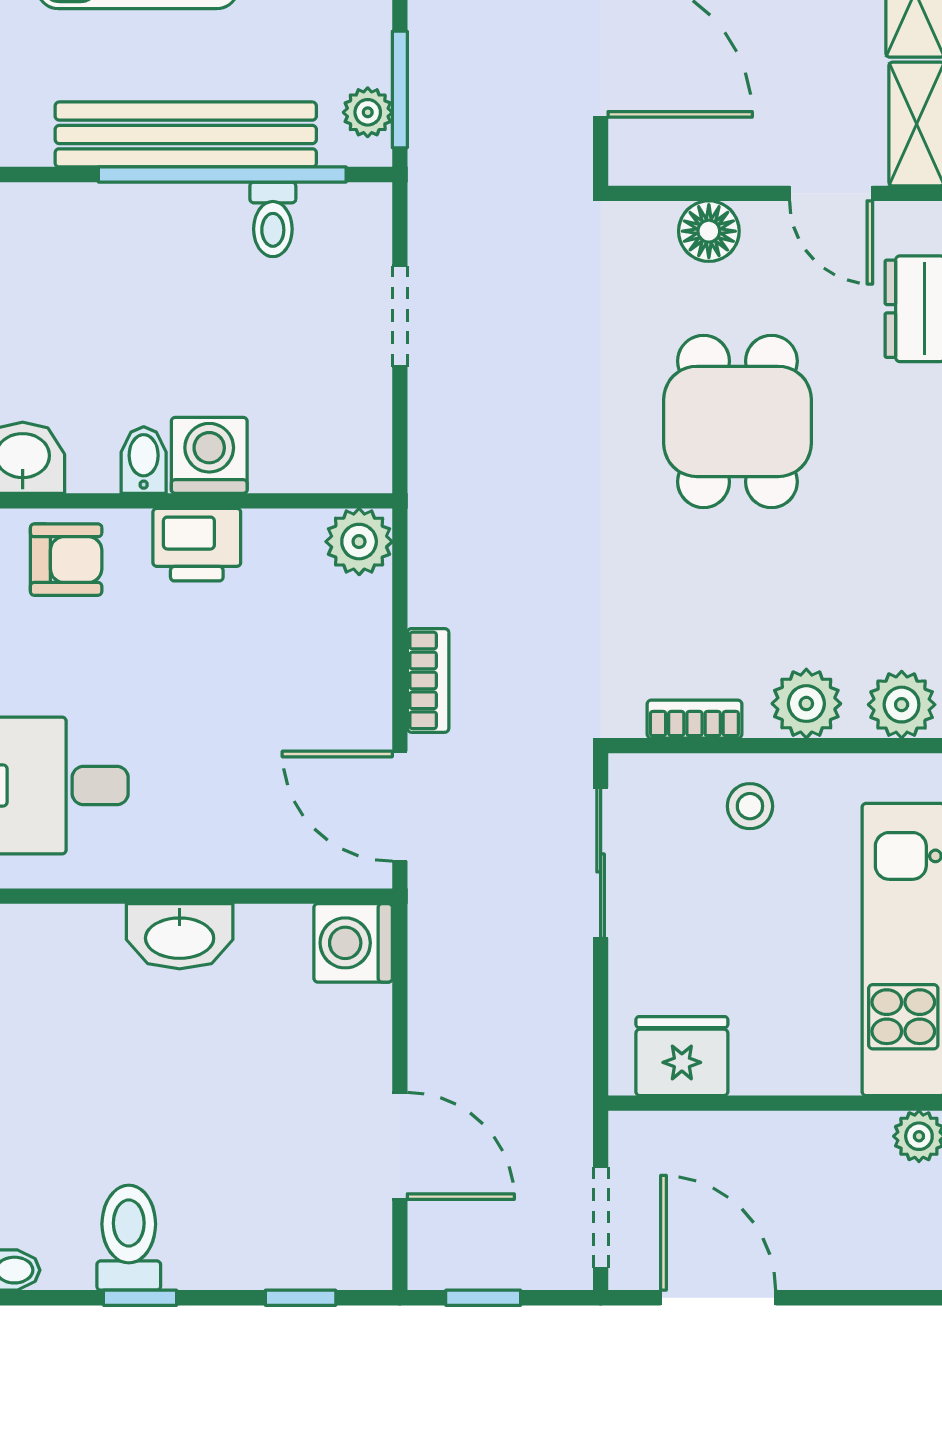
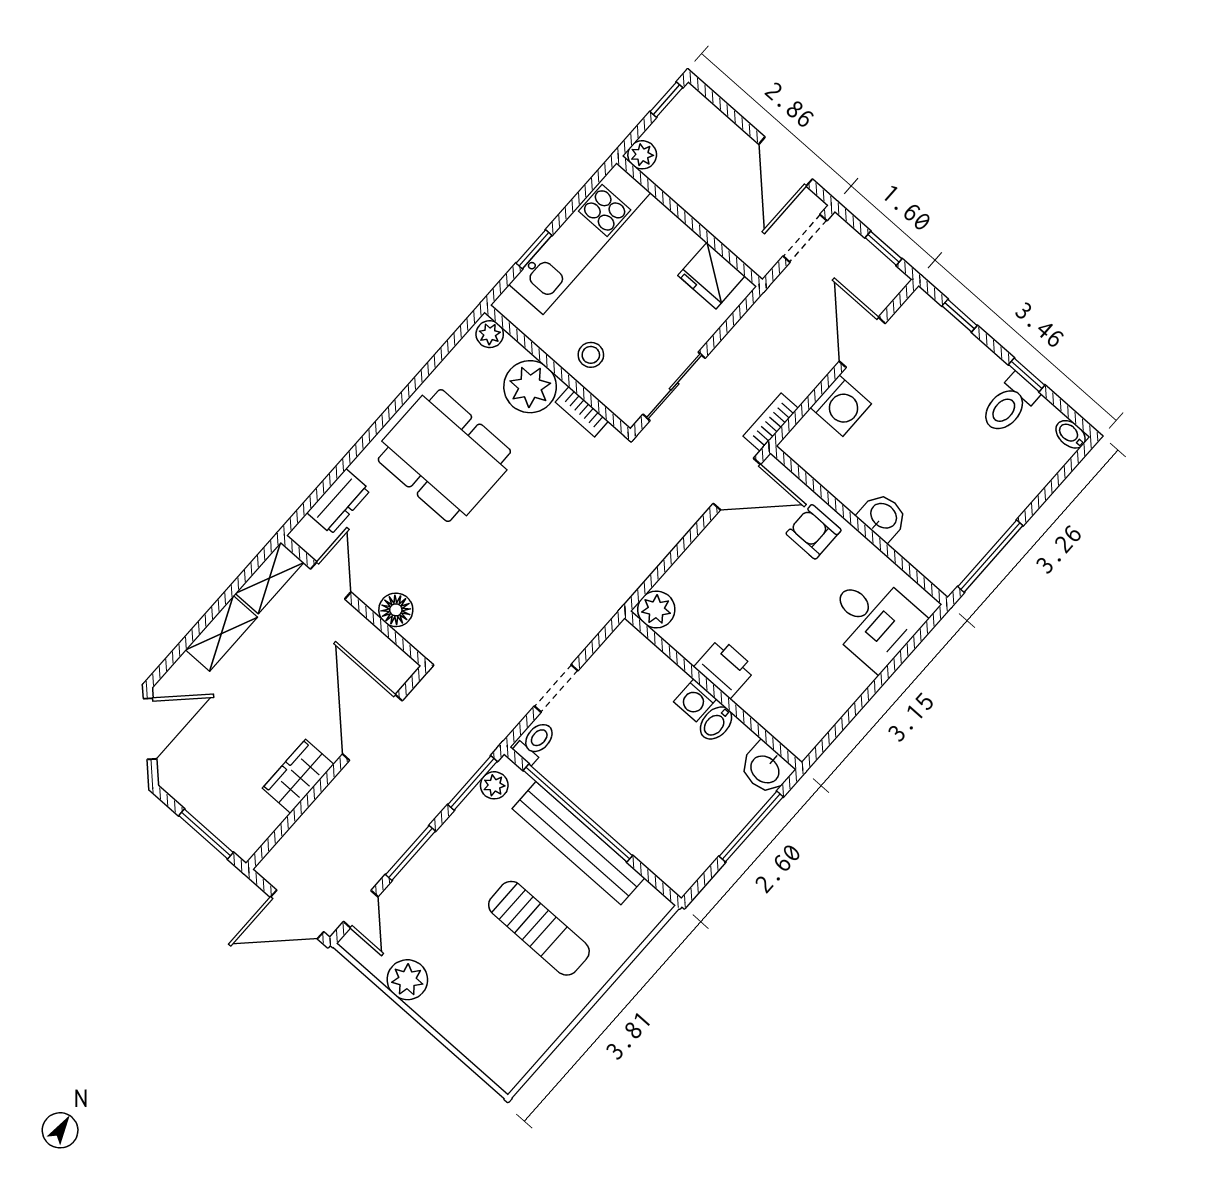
toilet: (273, 219) -> (535, 742), moved
dining table: (737, 421) -> (444, 456), moved, width x1.38
washing machine: (209, 455) -> (695, 700), width x0.73, depth x0.73
armchair: (66, 560) -> (814, 532), moved
bookcase: (428, 680) -> (771, 422), moved
plant: (806, 704) -> (530, 387), width x1.36, depth x1.36
plant: (902, 705) -> (490, 334), width x0.73, depth x0.73
door: (400, 806) -> (737, 484), hinge flipped
washbasin: (180, 936) -> (883, 517), width x0.72
washing machine: (353, 943) -> (841, 406), moved

